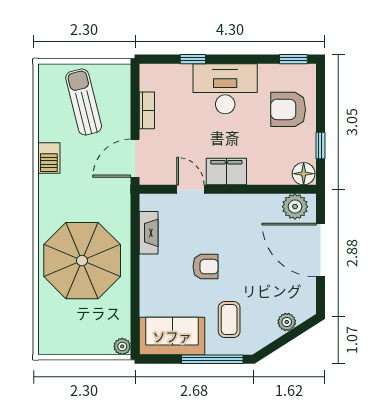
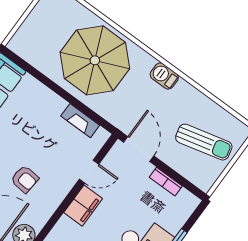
barbecue: (49, 158) -> (164, 76), moved
armchair: (206, 267) -> (25, 179), moved, turned -85
plant: (122, 346) -> (15, 45), removed

